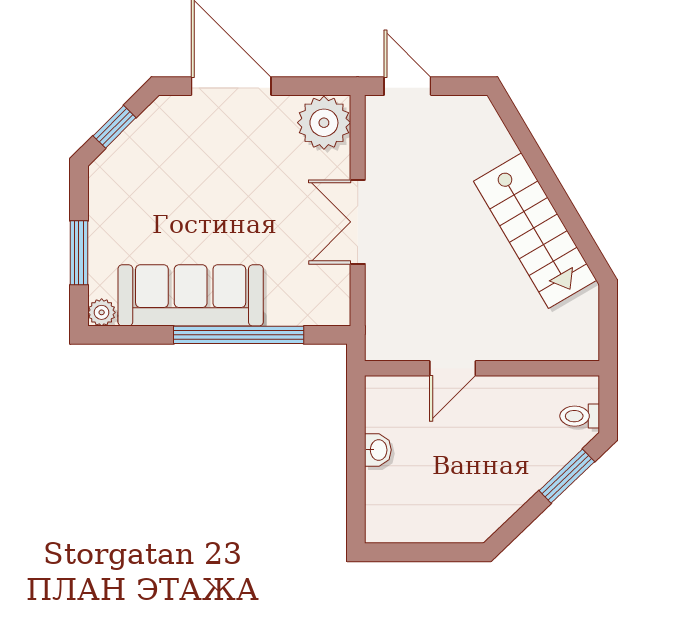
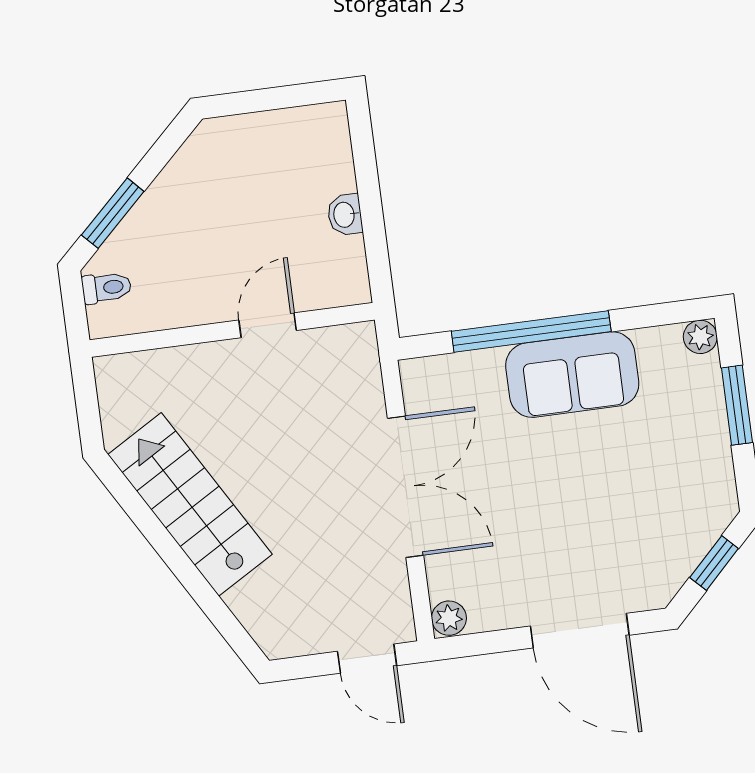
plant: (324, 123) -> (449, 618), width x0.53, depth x0.53
double door: (358, 222) -> (406, 487), width x1.37
sofa: (191, 295) -> (572, 375), width x0.73

